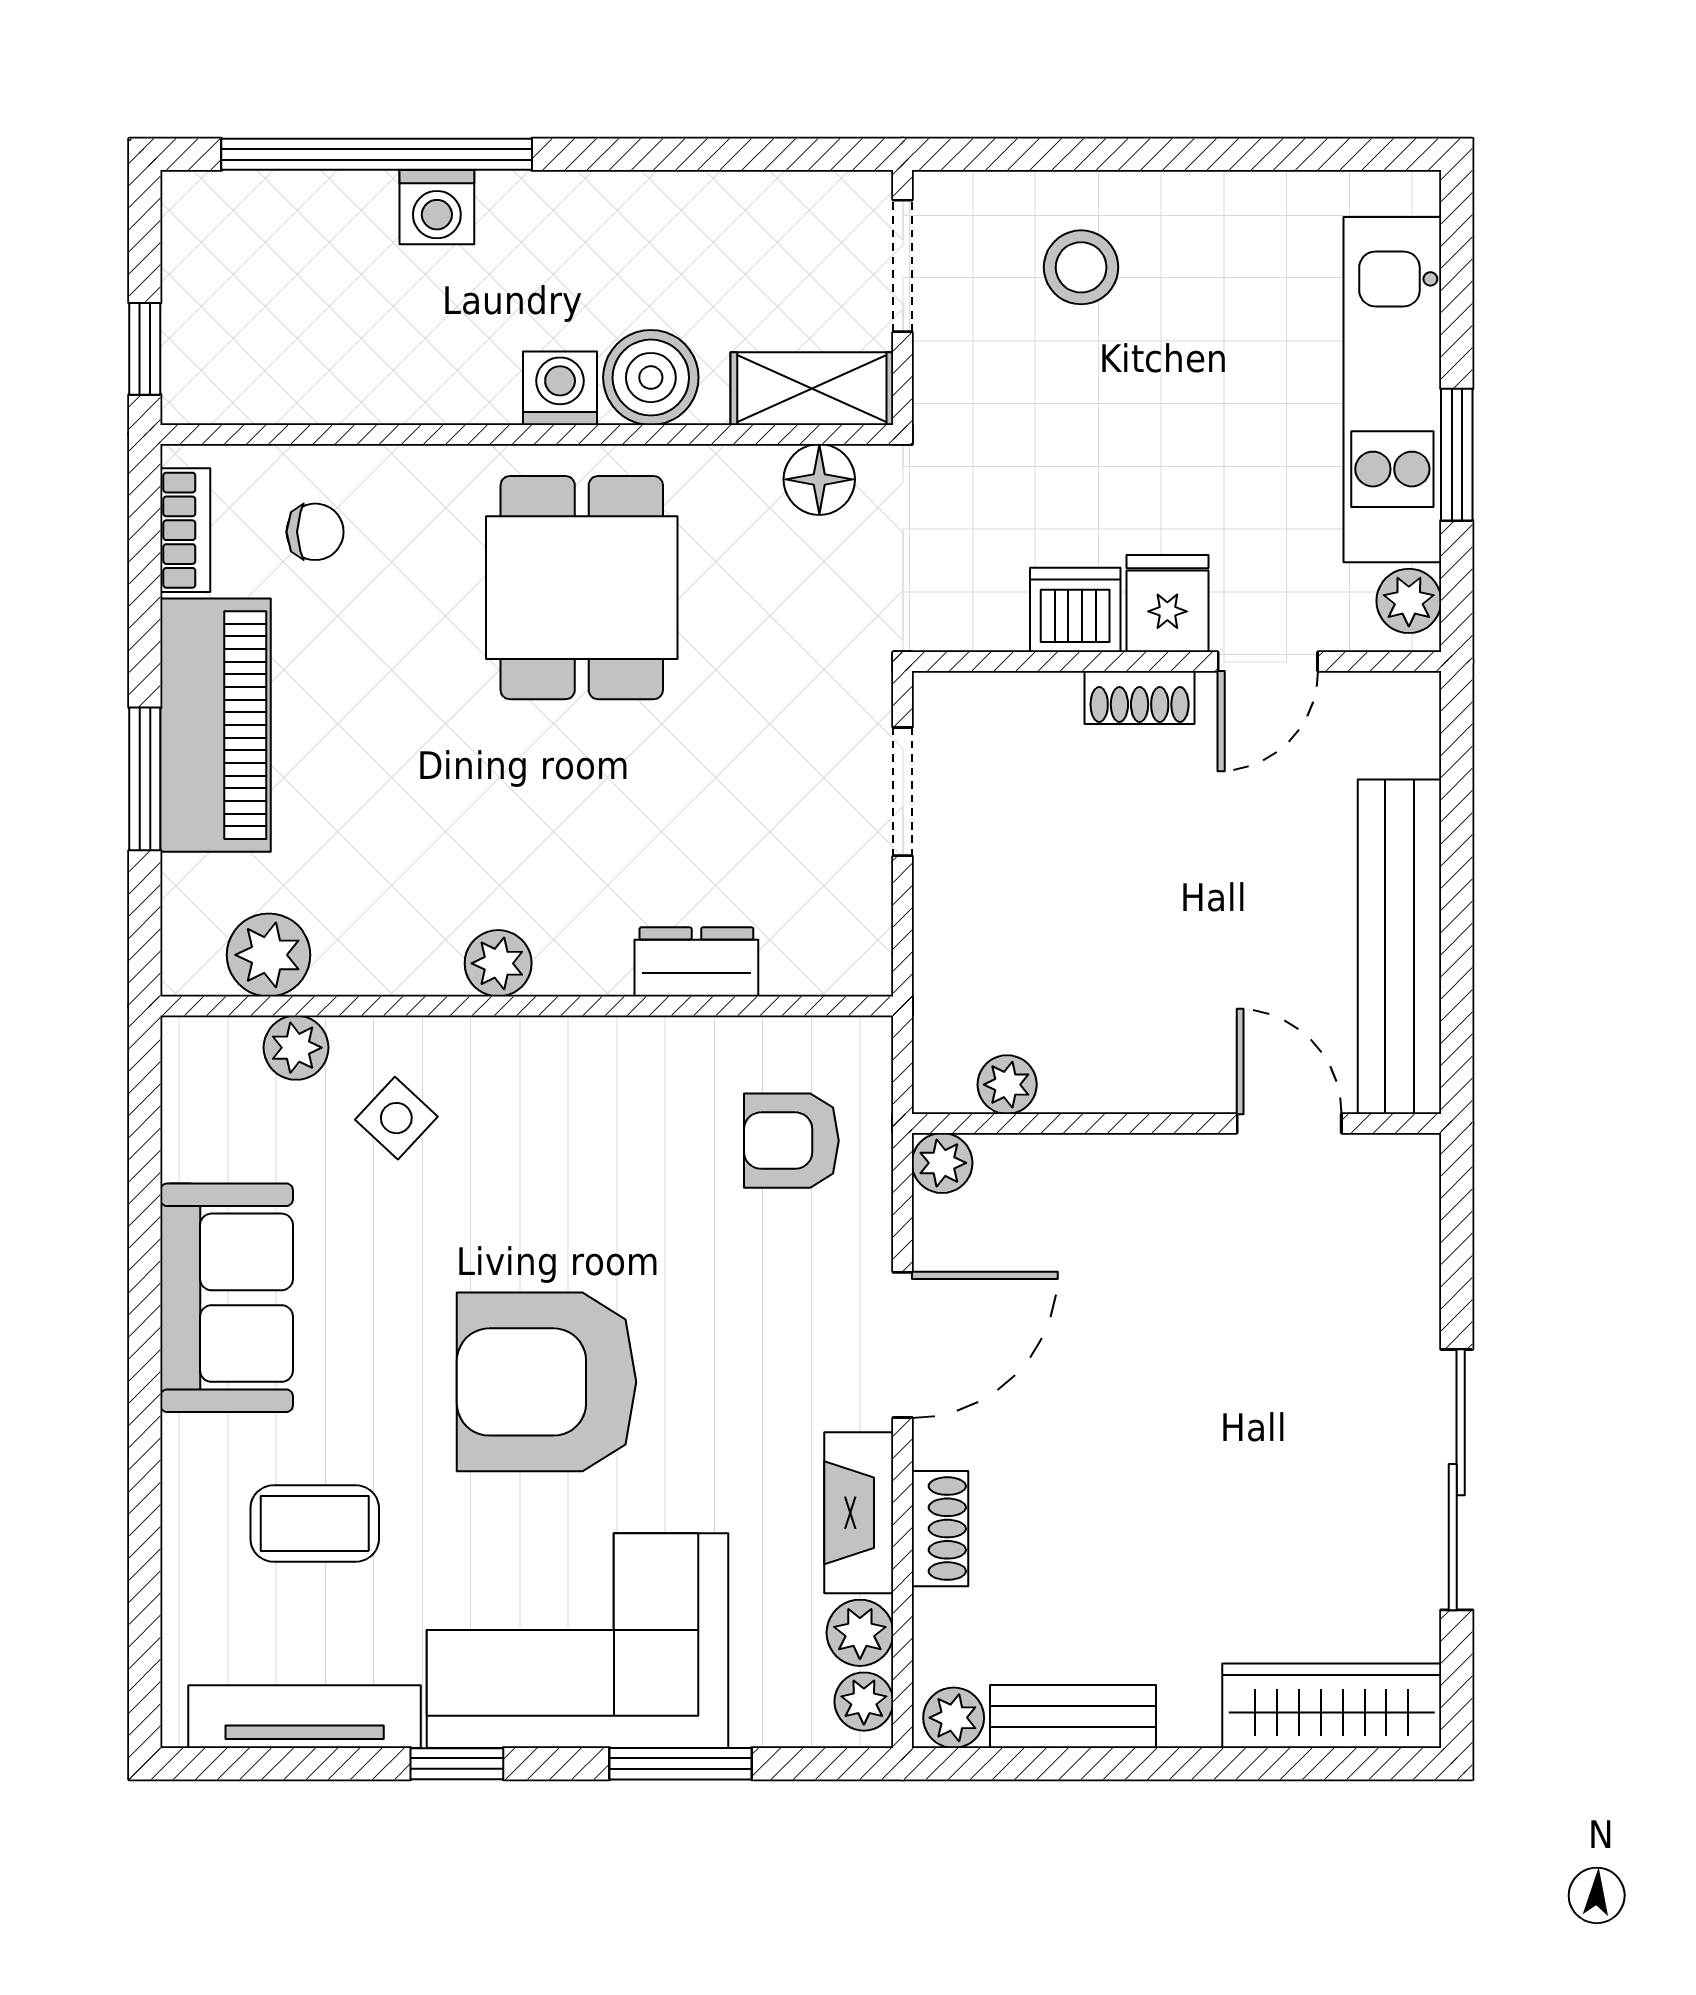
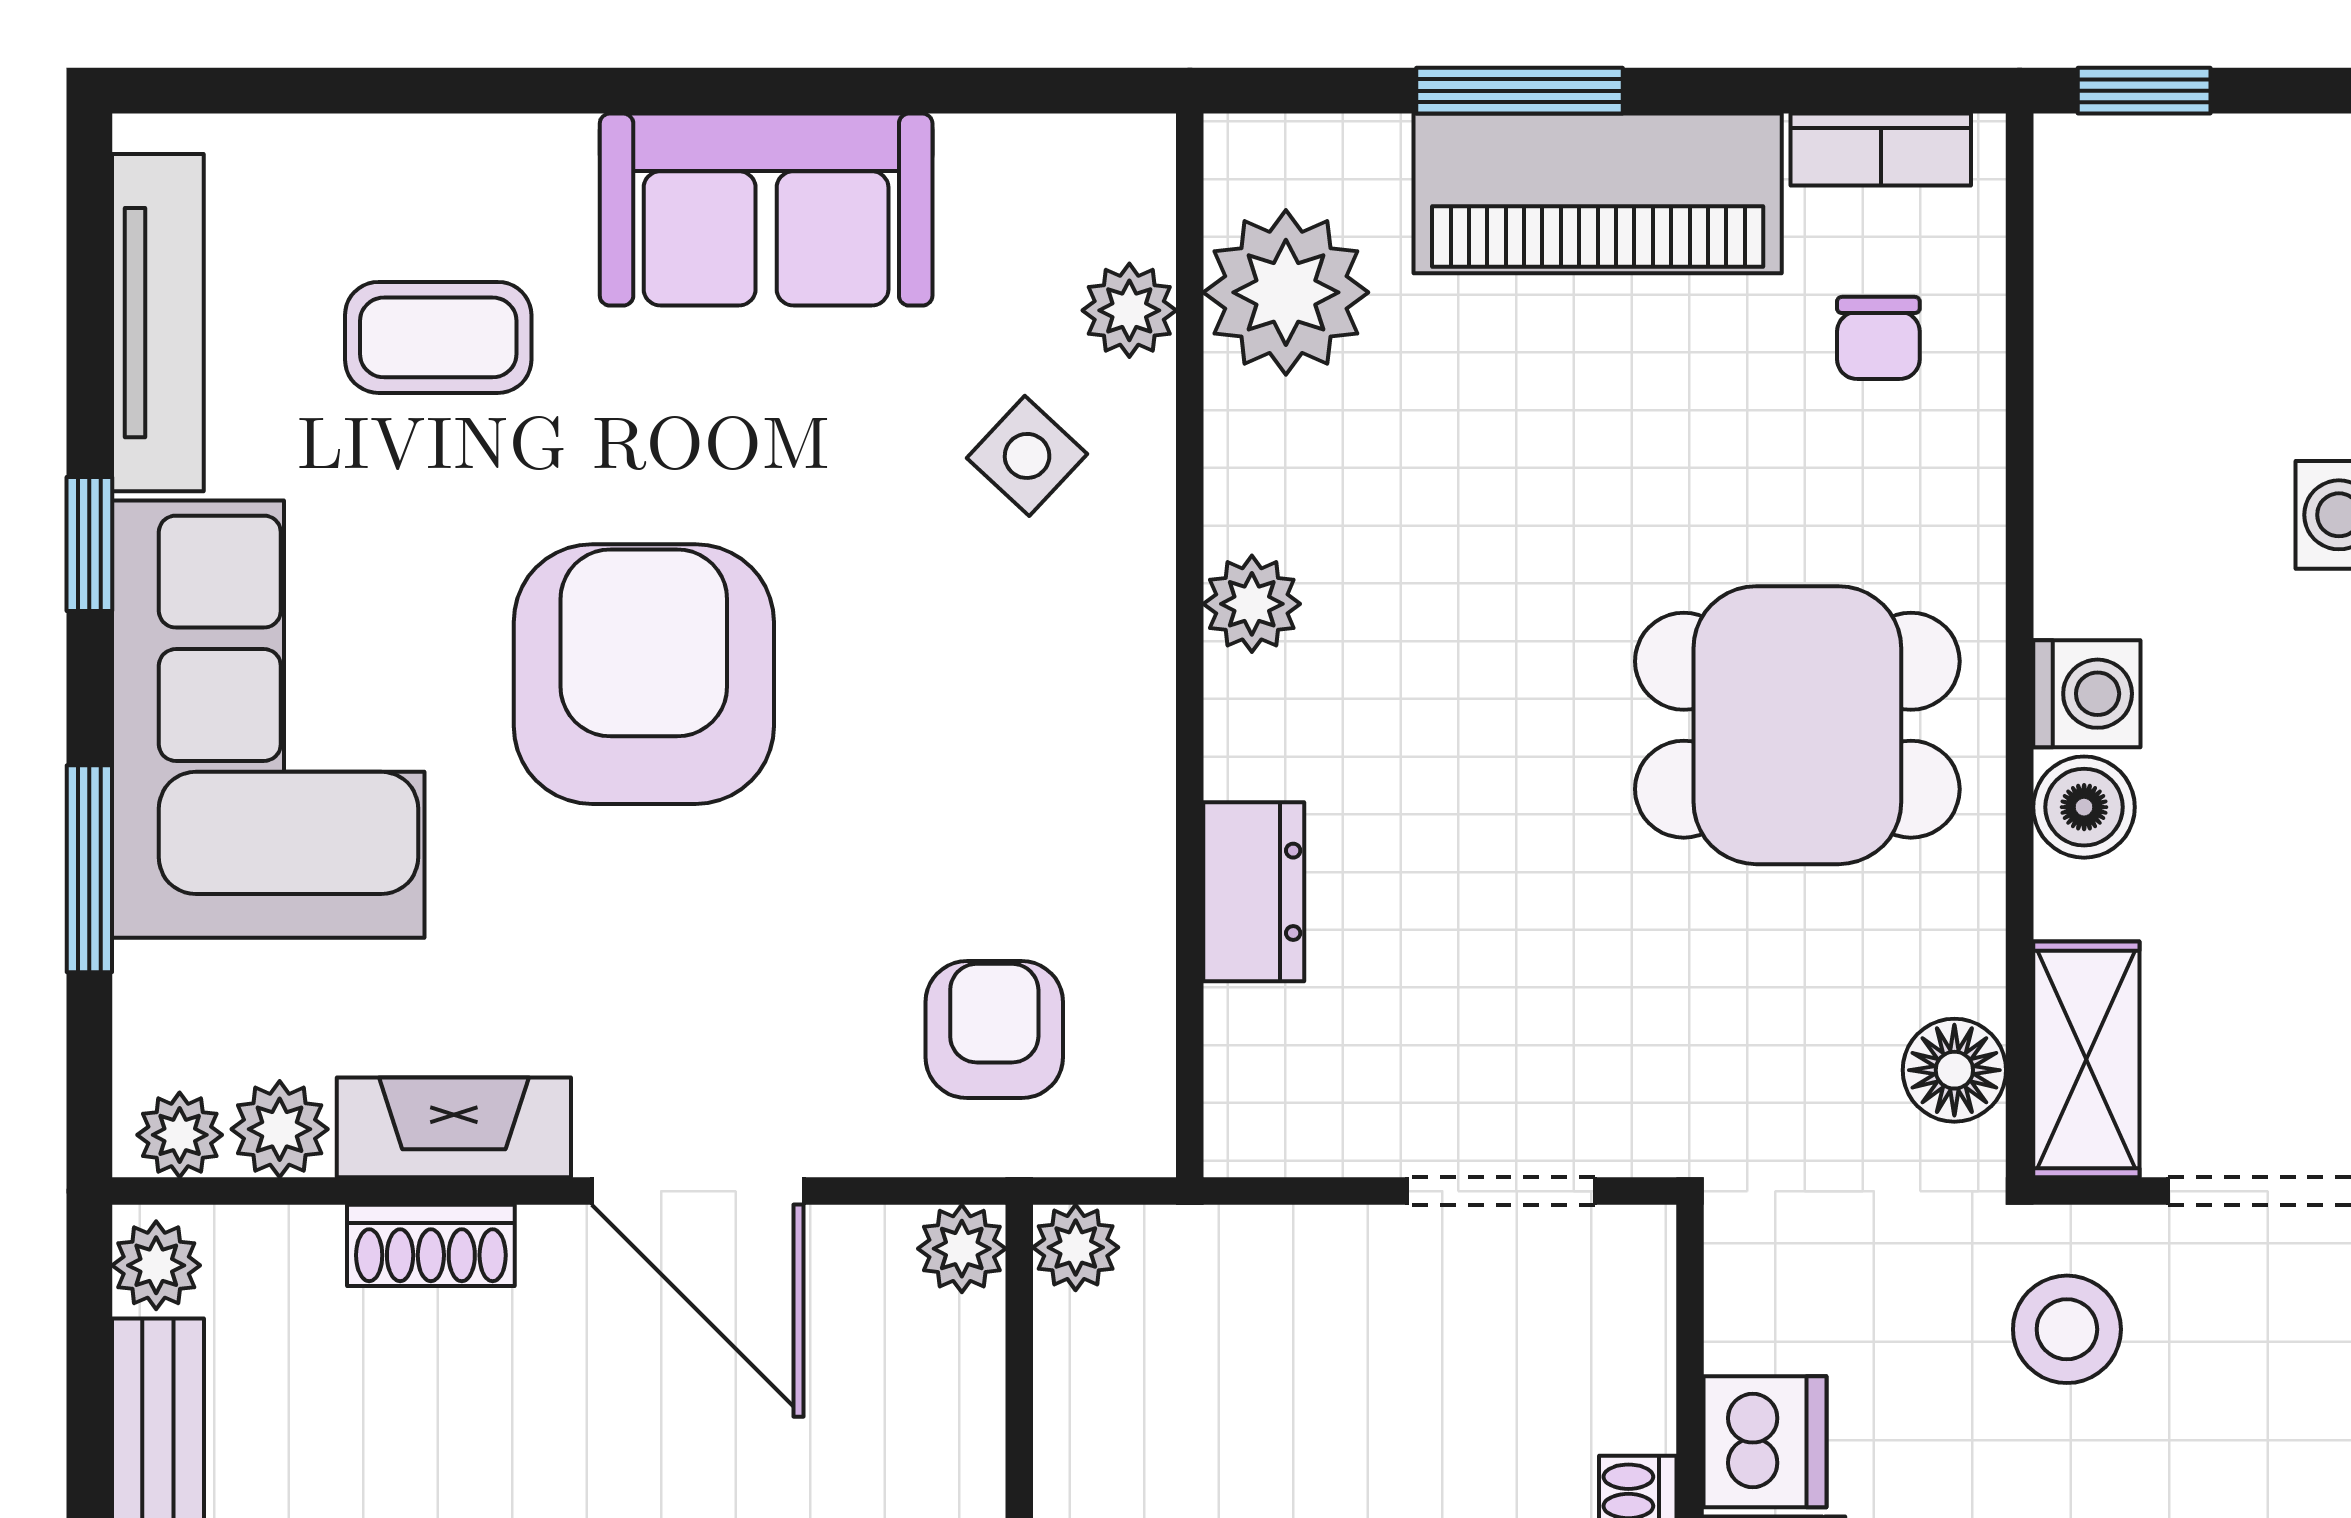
stool: (1081, 267) -> (2067, 1329), moved
boiler: (651, 378) -> (2084, 807), width x0.73, depth x0.73
plant: (269, 955) -> (1286, 292), width x1.36, depth x1.36
plant: (1007, 1085) -> (1076, 1247), moved
coffee table: (315, 1524) -> (438, 337), turned 90

